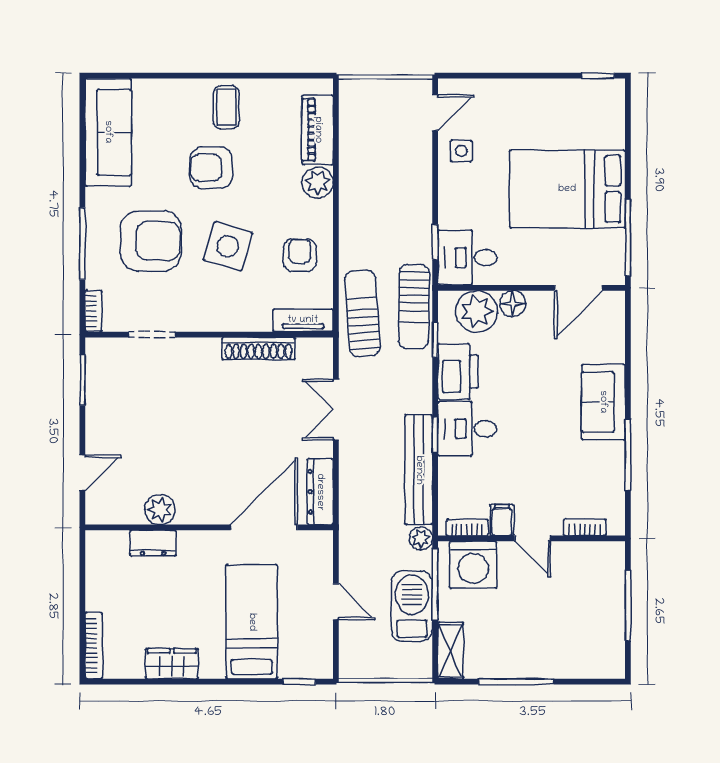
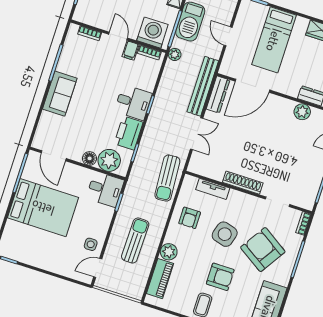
armchair: (151, 241) -> (263, 250), turned 33
door: (578, 288) -> (54, 156), swing flipped
sun lounger: (414, 307) -> (135, 241), moved
tv unit: (303, 320) -> (213, 189), moved
shoe rack: (259, 349) -> (243, 183), moved
bench: (419, 470) -> (203, 86), moved

